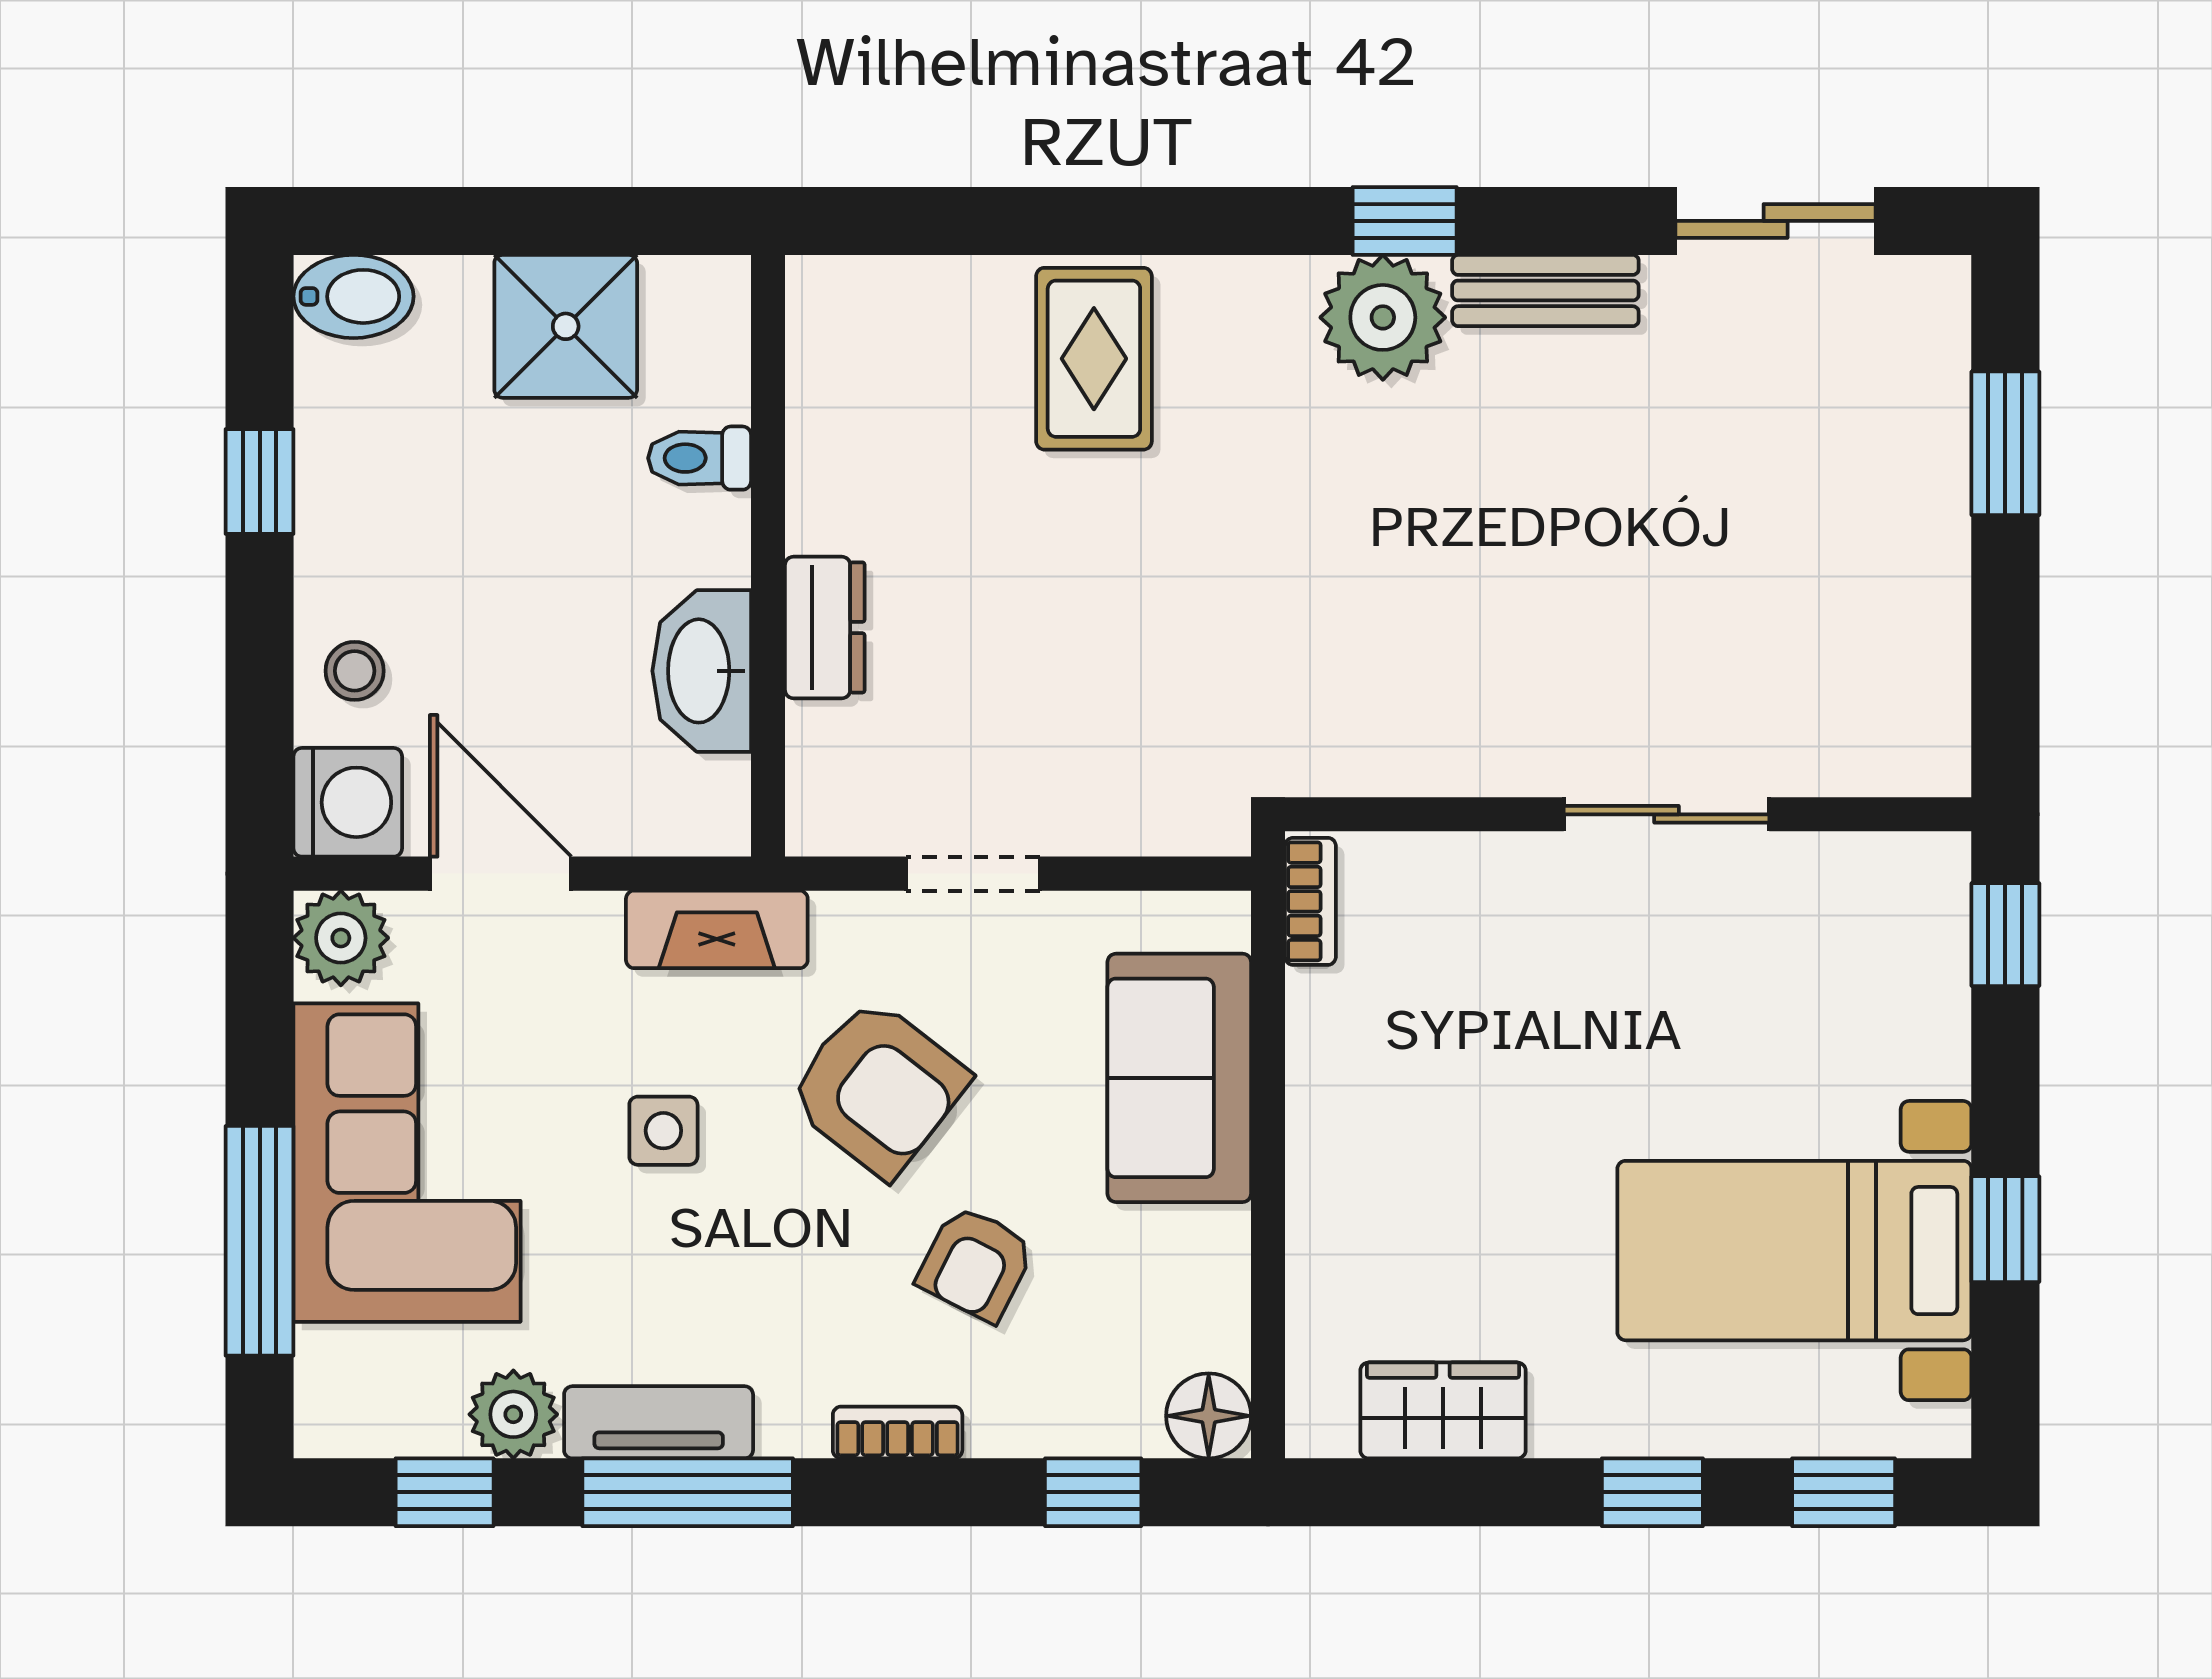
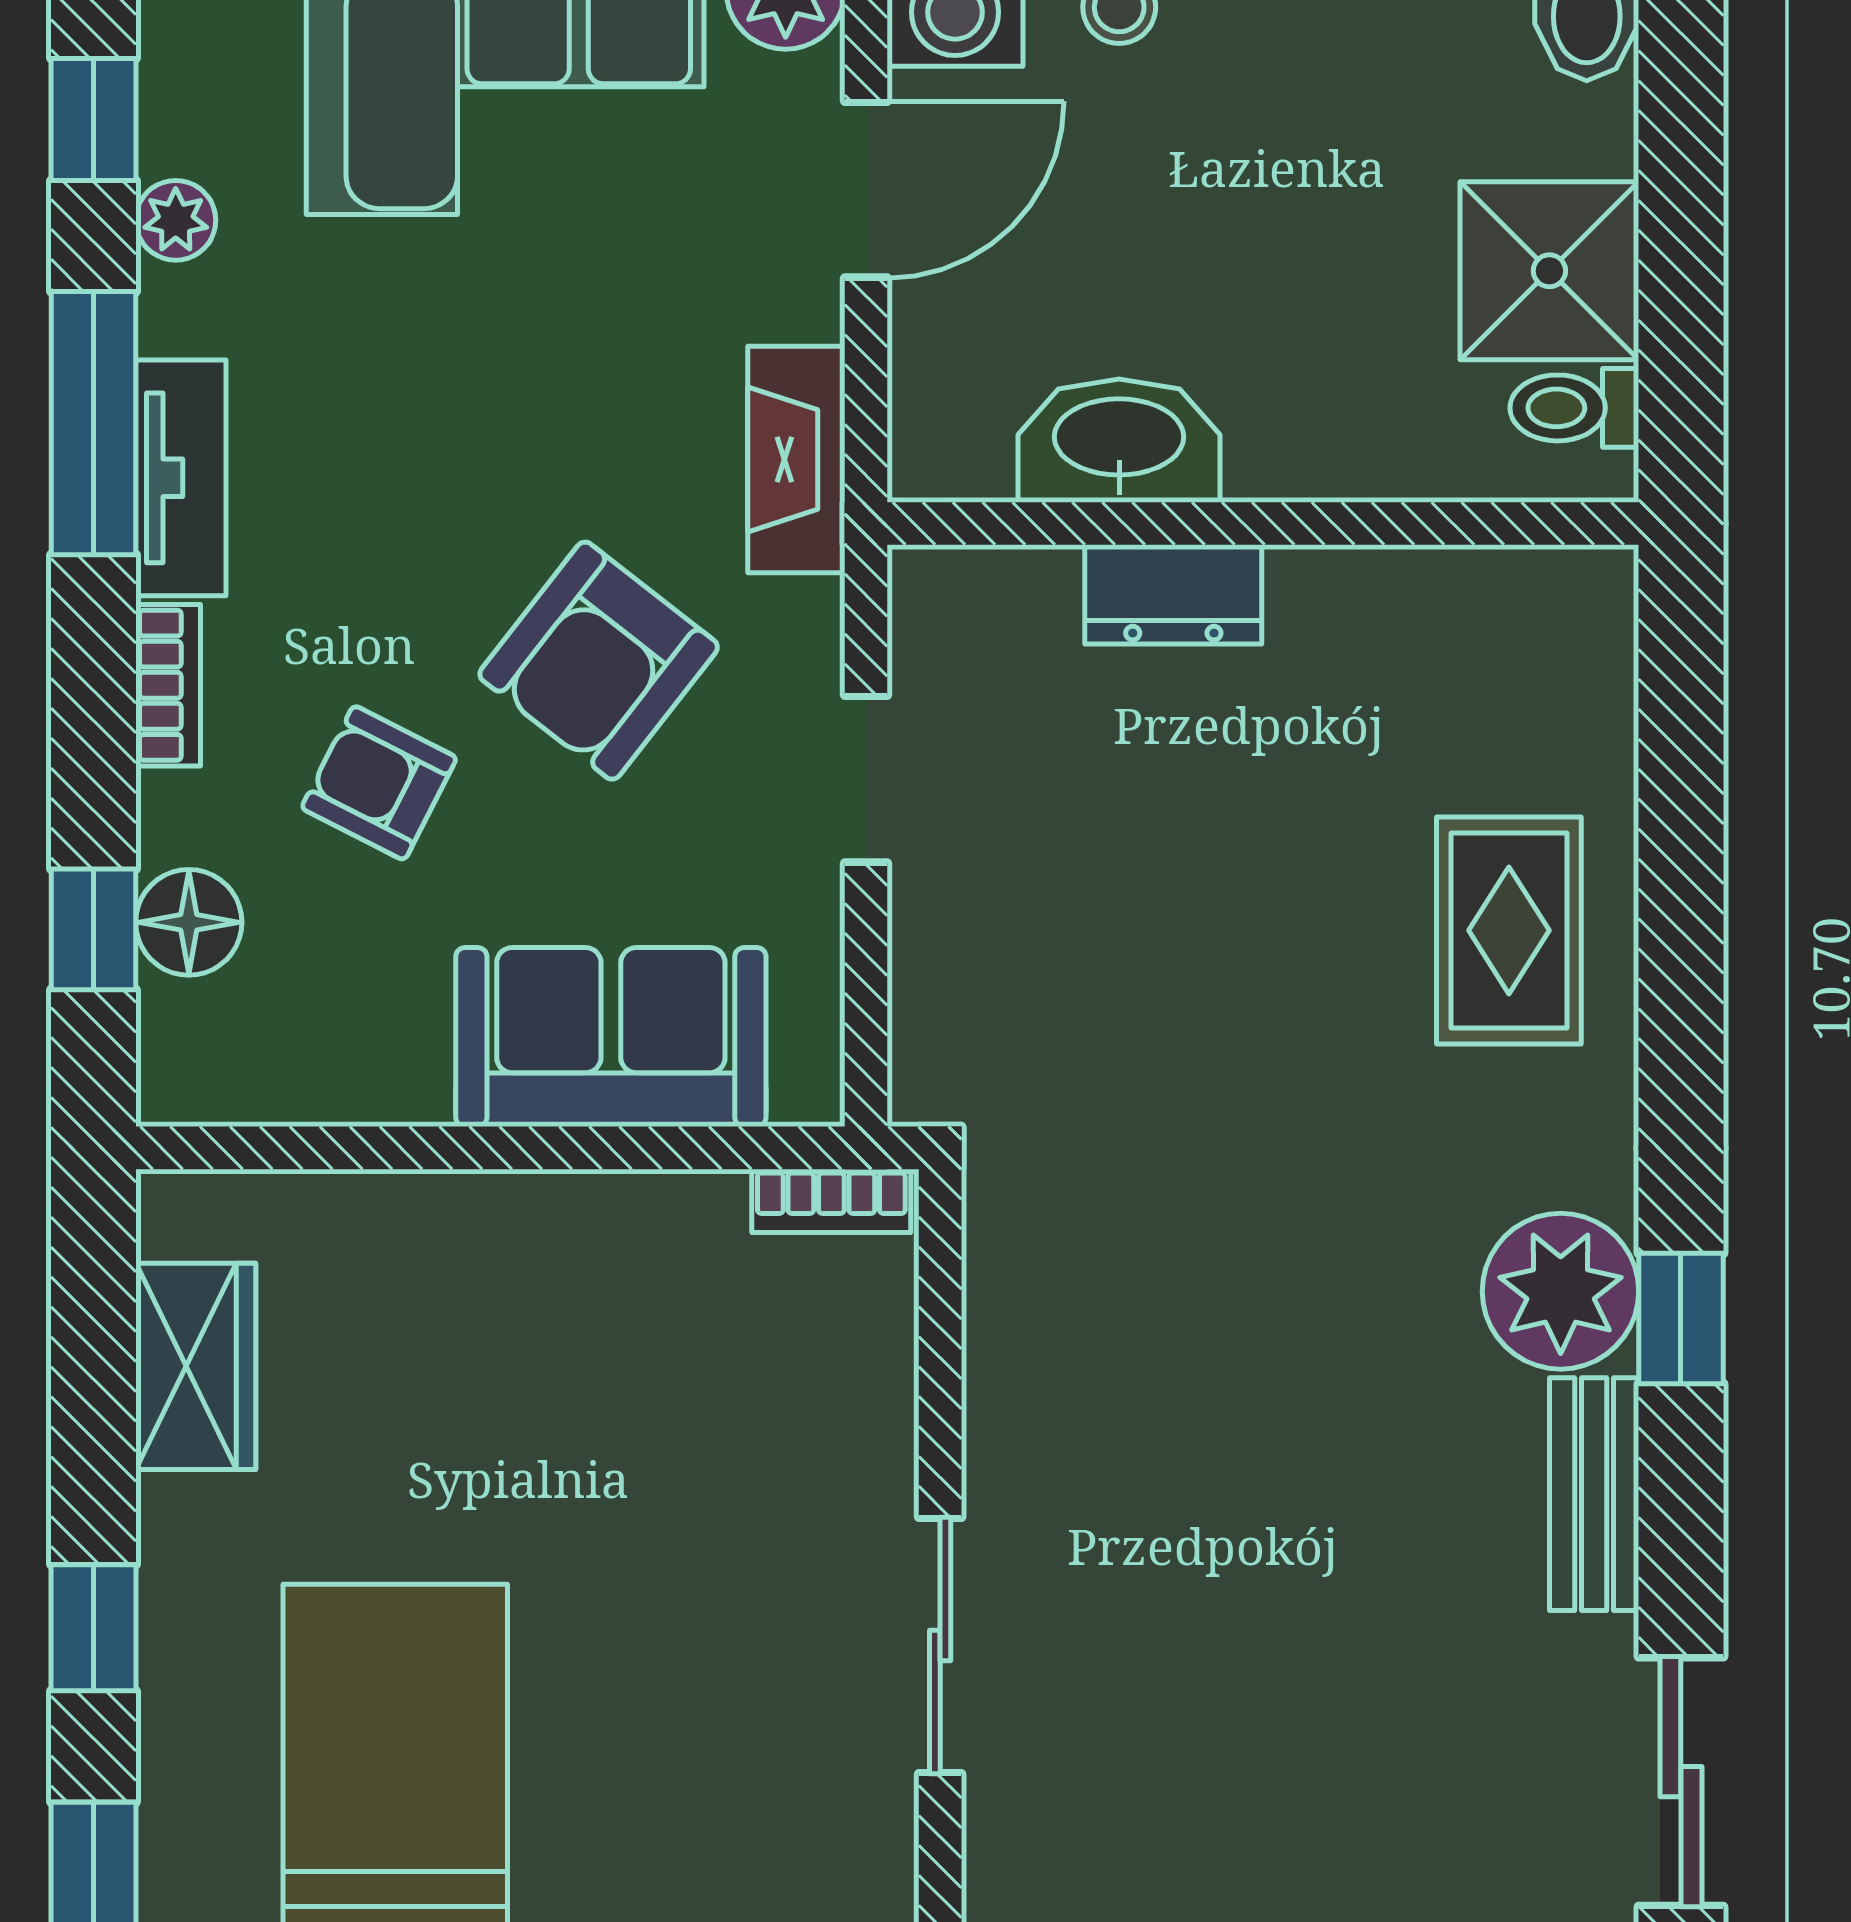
rug: (1094, 359) -> (1509, 930), turned 90
toilet: (700, 458) -> (1574, 408), moved, turned -90
side table: (663, 1131) -> (545, 393), removed
plant: (513, 1414) -> (176, 220), width x0.73, depth x0.73
floor lamp: (1209, 1416) -> (189, 922), moved
tv unit: (659, 1422) -> (181, 478), moved

